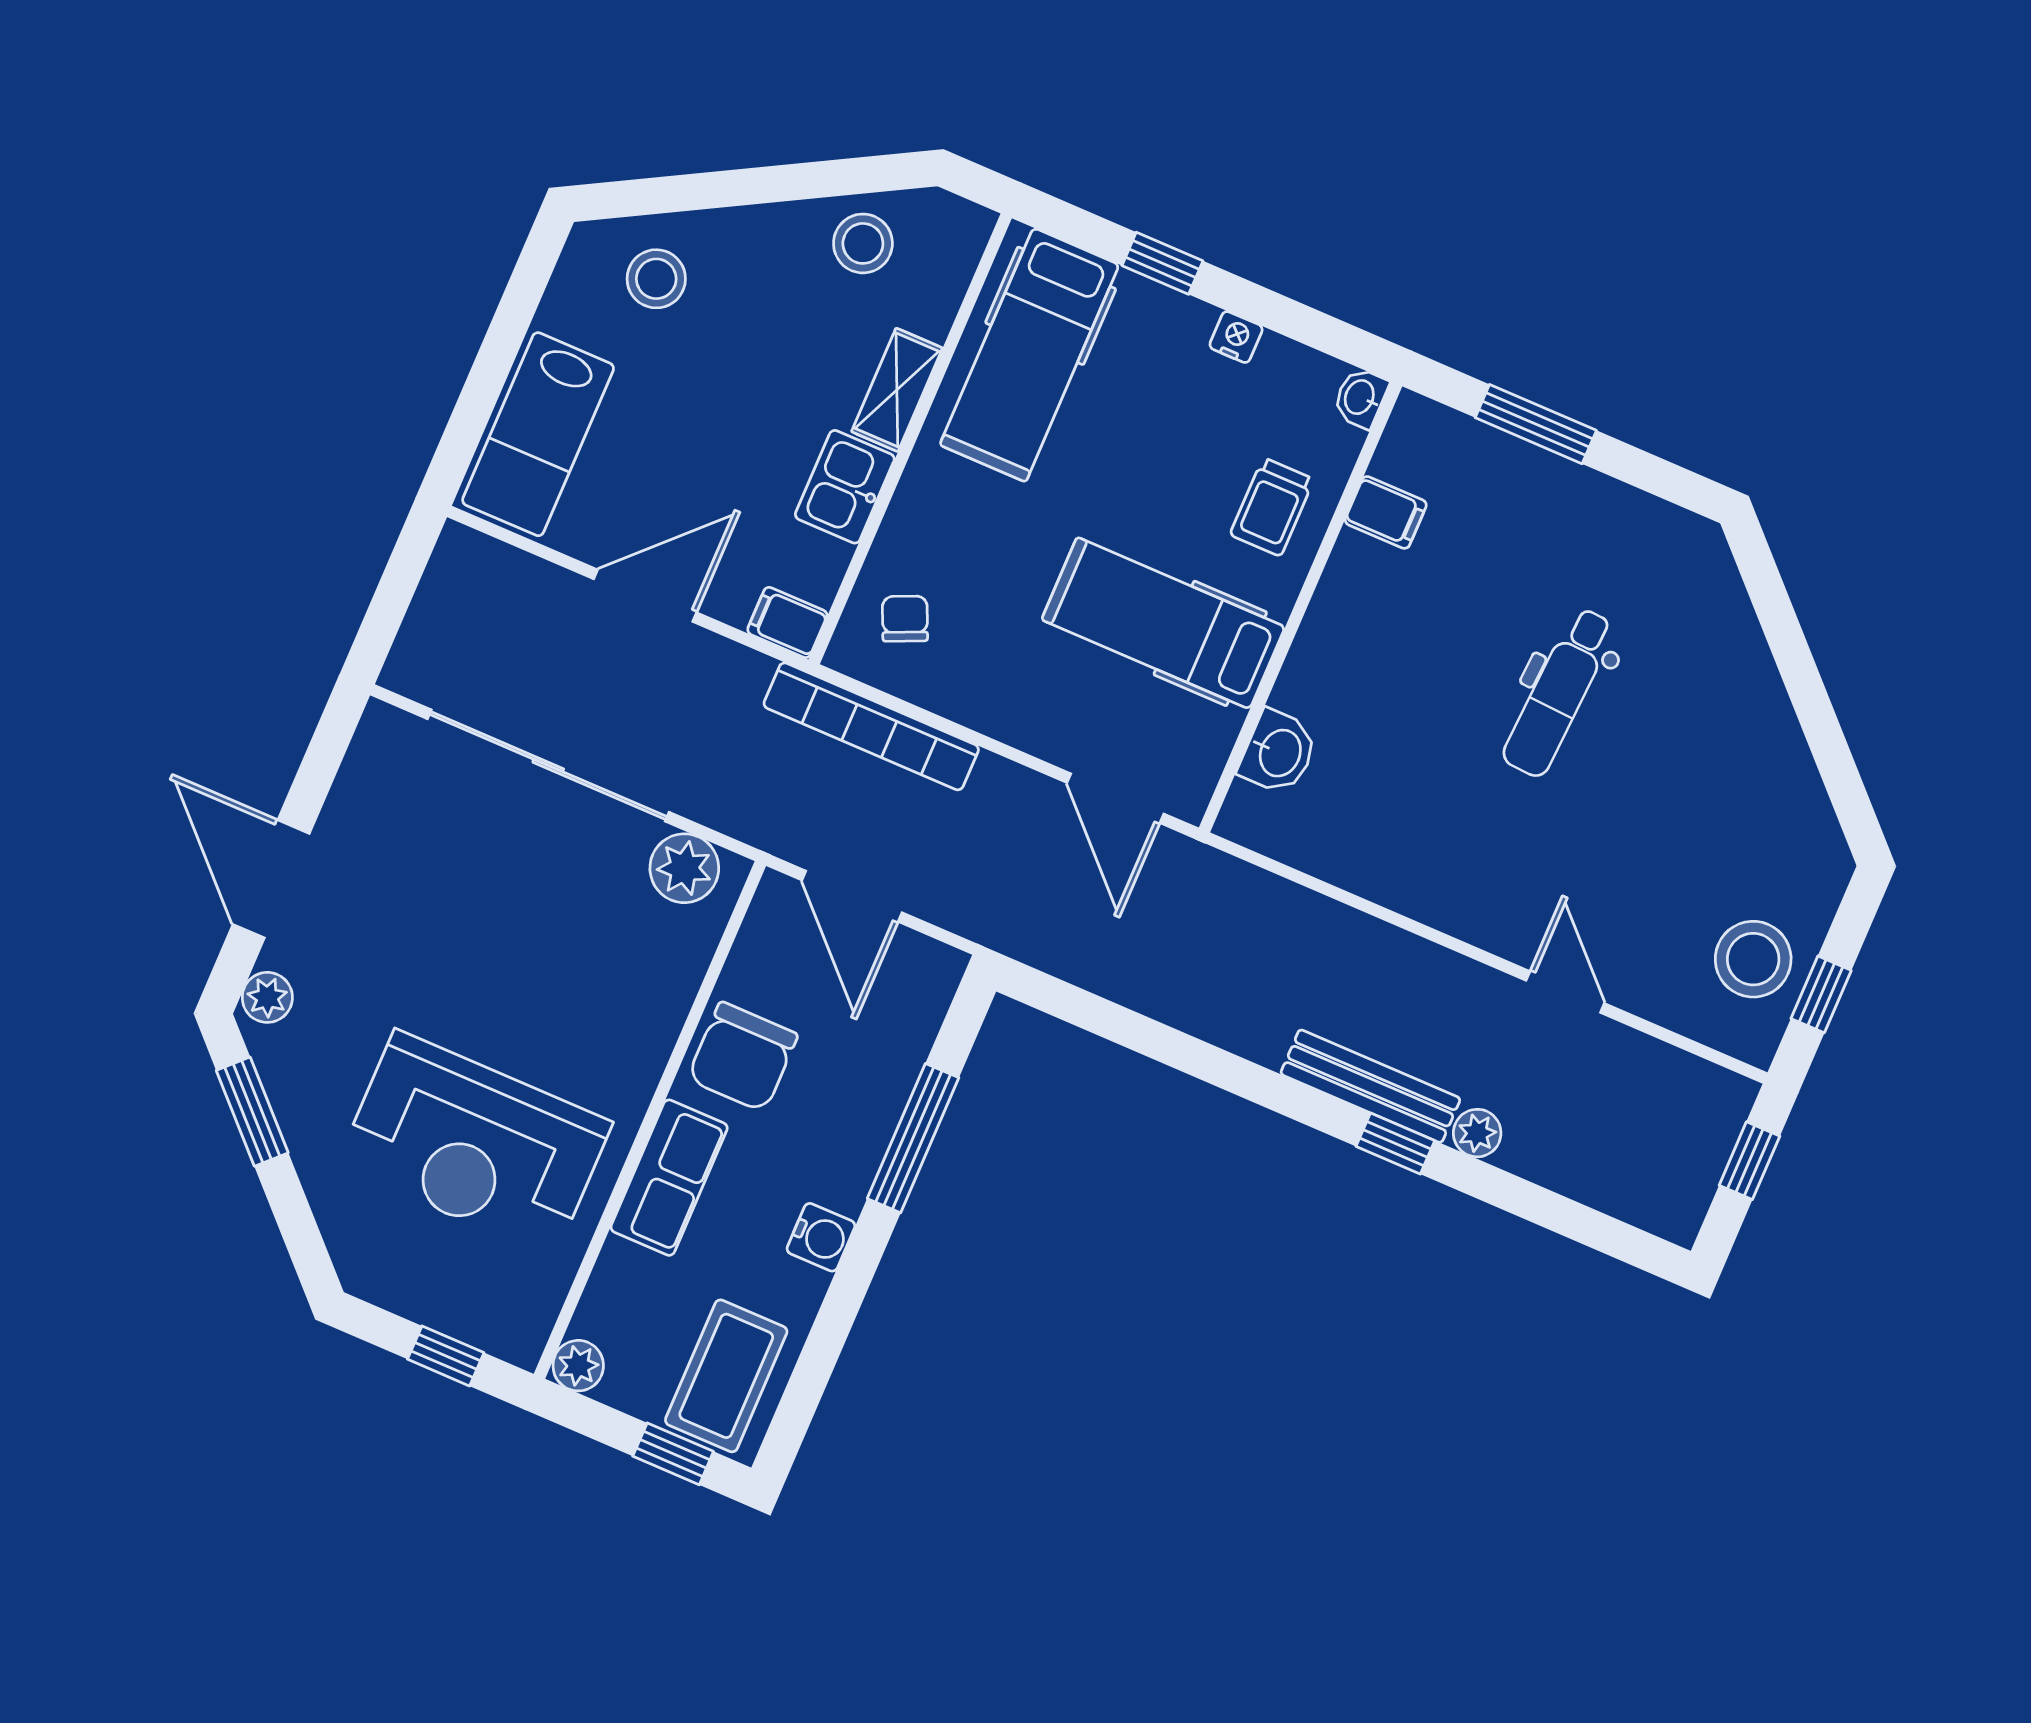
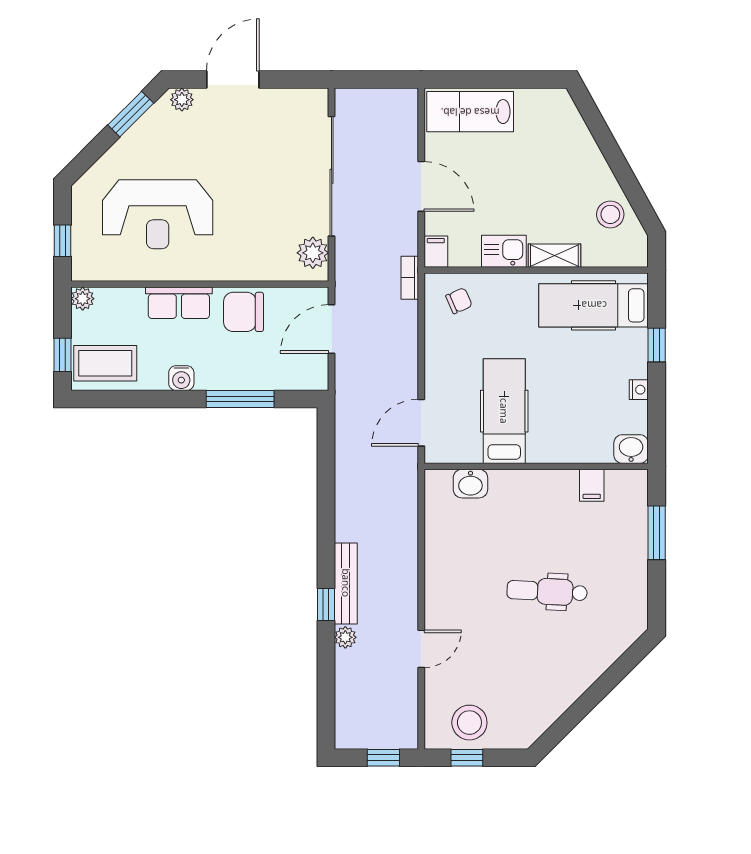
stool: (656, 279) -> (558, 133), removed
washbasin: (1360, 398) -> (631, 449), width x1.38, depth x1.45
trolley: (1272, 507) -> (573, 436), removed
bookcase: (871, 726) -> (410, 278), width x0.43, depth x0.76
reception desk: (474, 1144) -> (158, 214), turned -90

